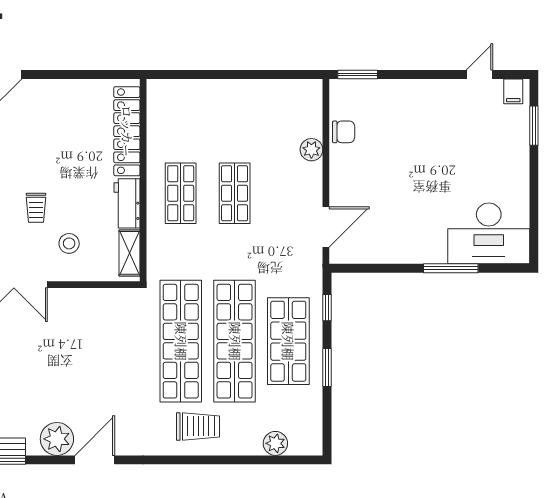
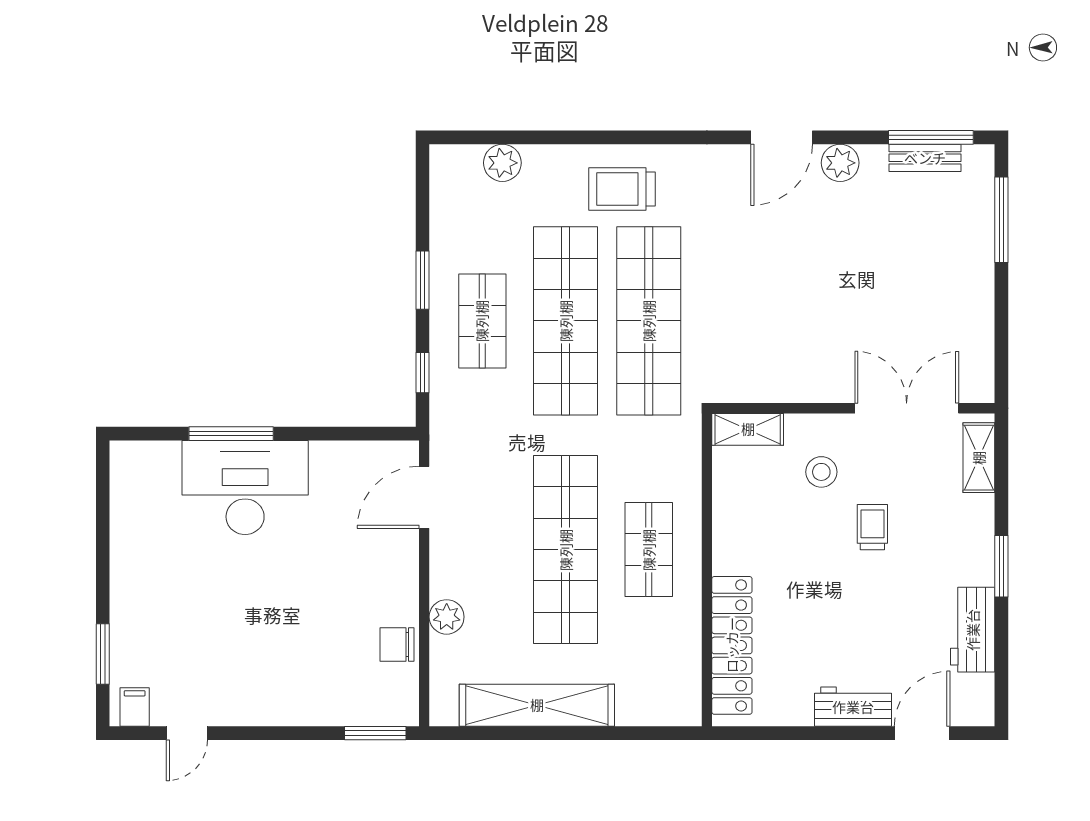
shelving: (253, 93) -> (537, 705), added
shop shelf: (235, 193) -> (566, 550), width x2.00, depth x1.36
workbench: (127, 203) -> (853, 707), moved, turned -90
desk: (489, 233) -> (245, 487), moved
shelving: (129, 253) -> (748, 429), moved, turned 90
shop shelf: (288, 341) -> (482, 321), width x0.70, depth x0.74
plant: (57, 439) -> (840, 163), width x0.73, depth x0.73

